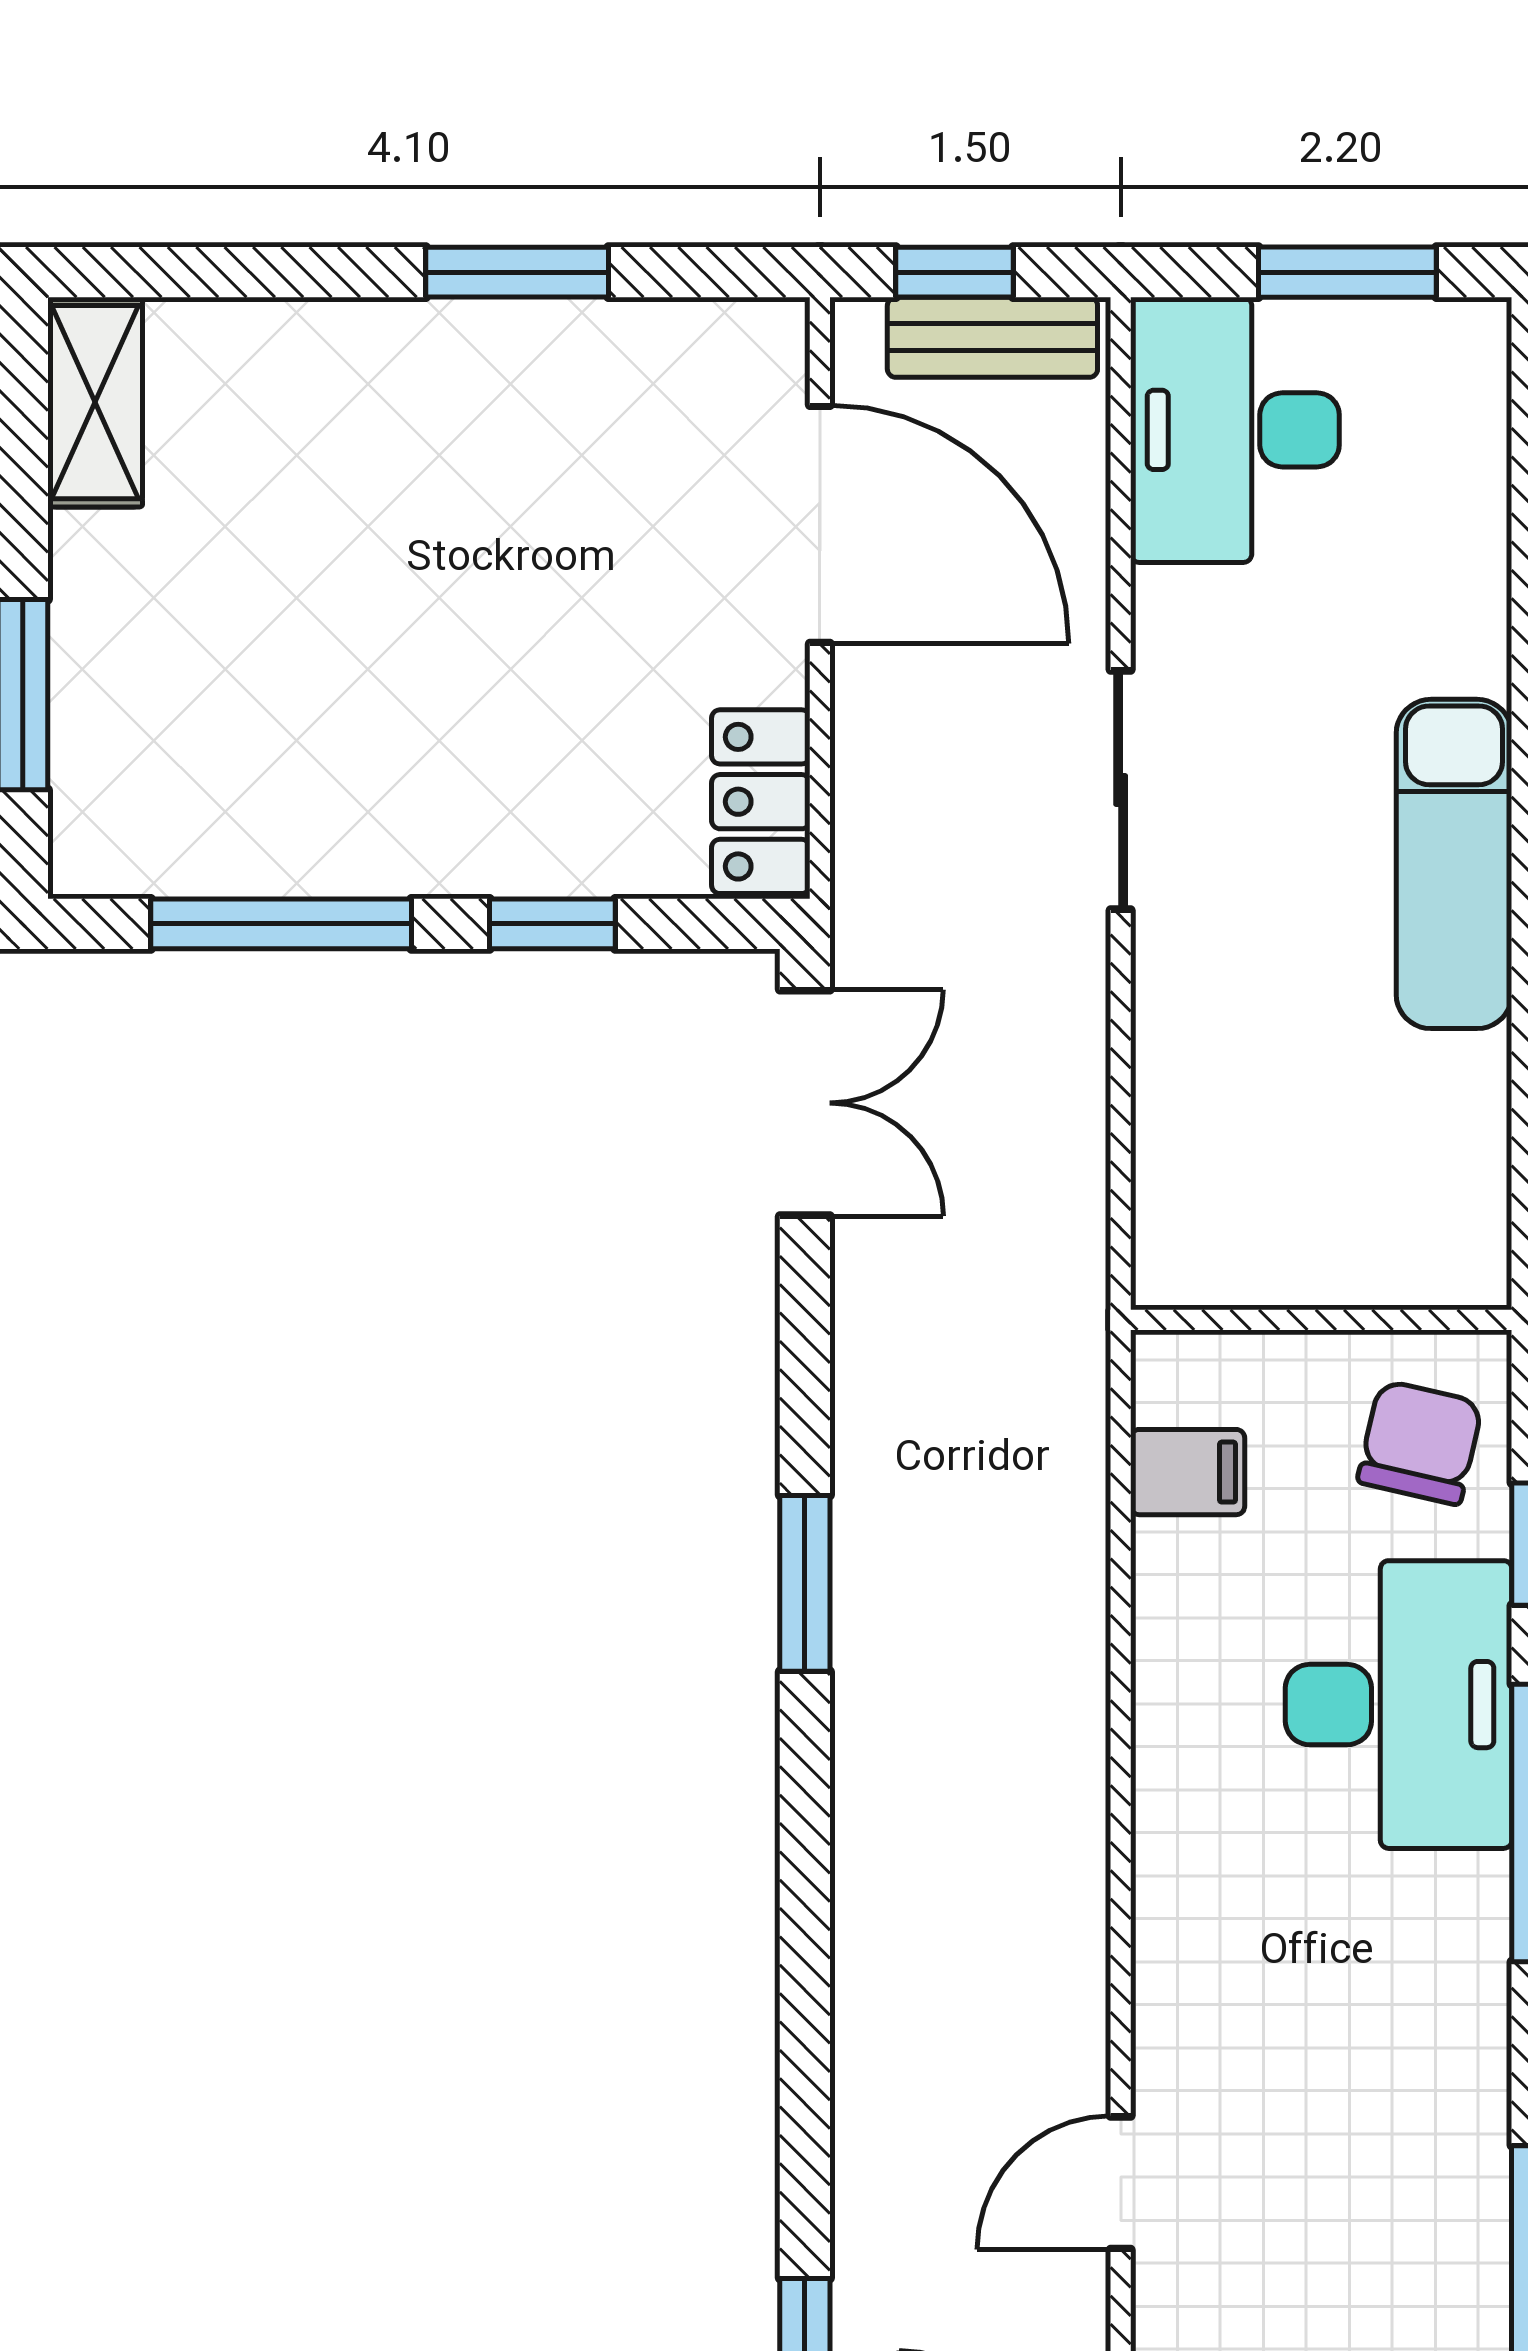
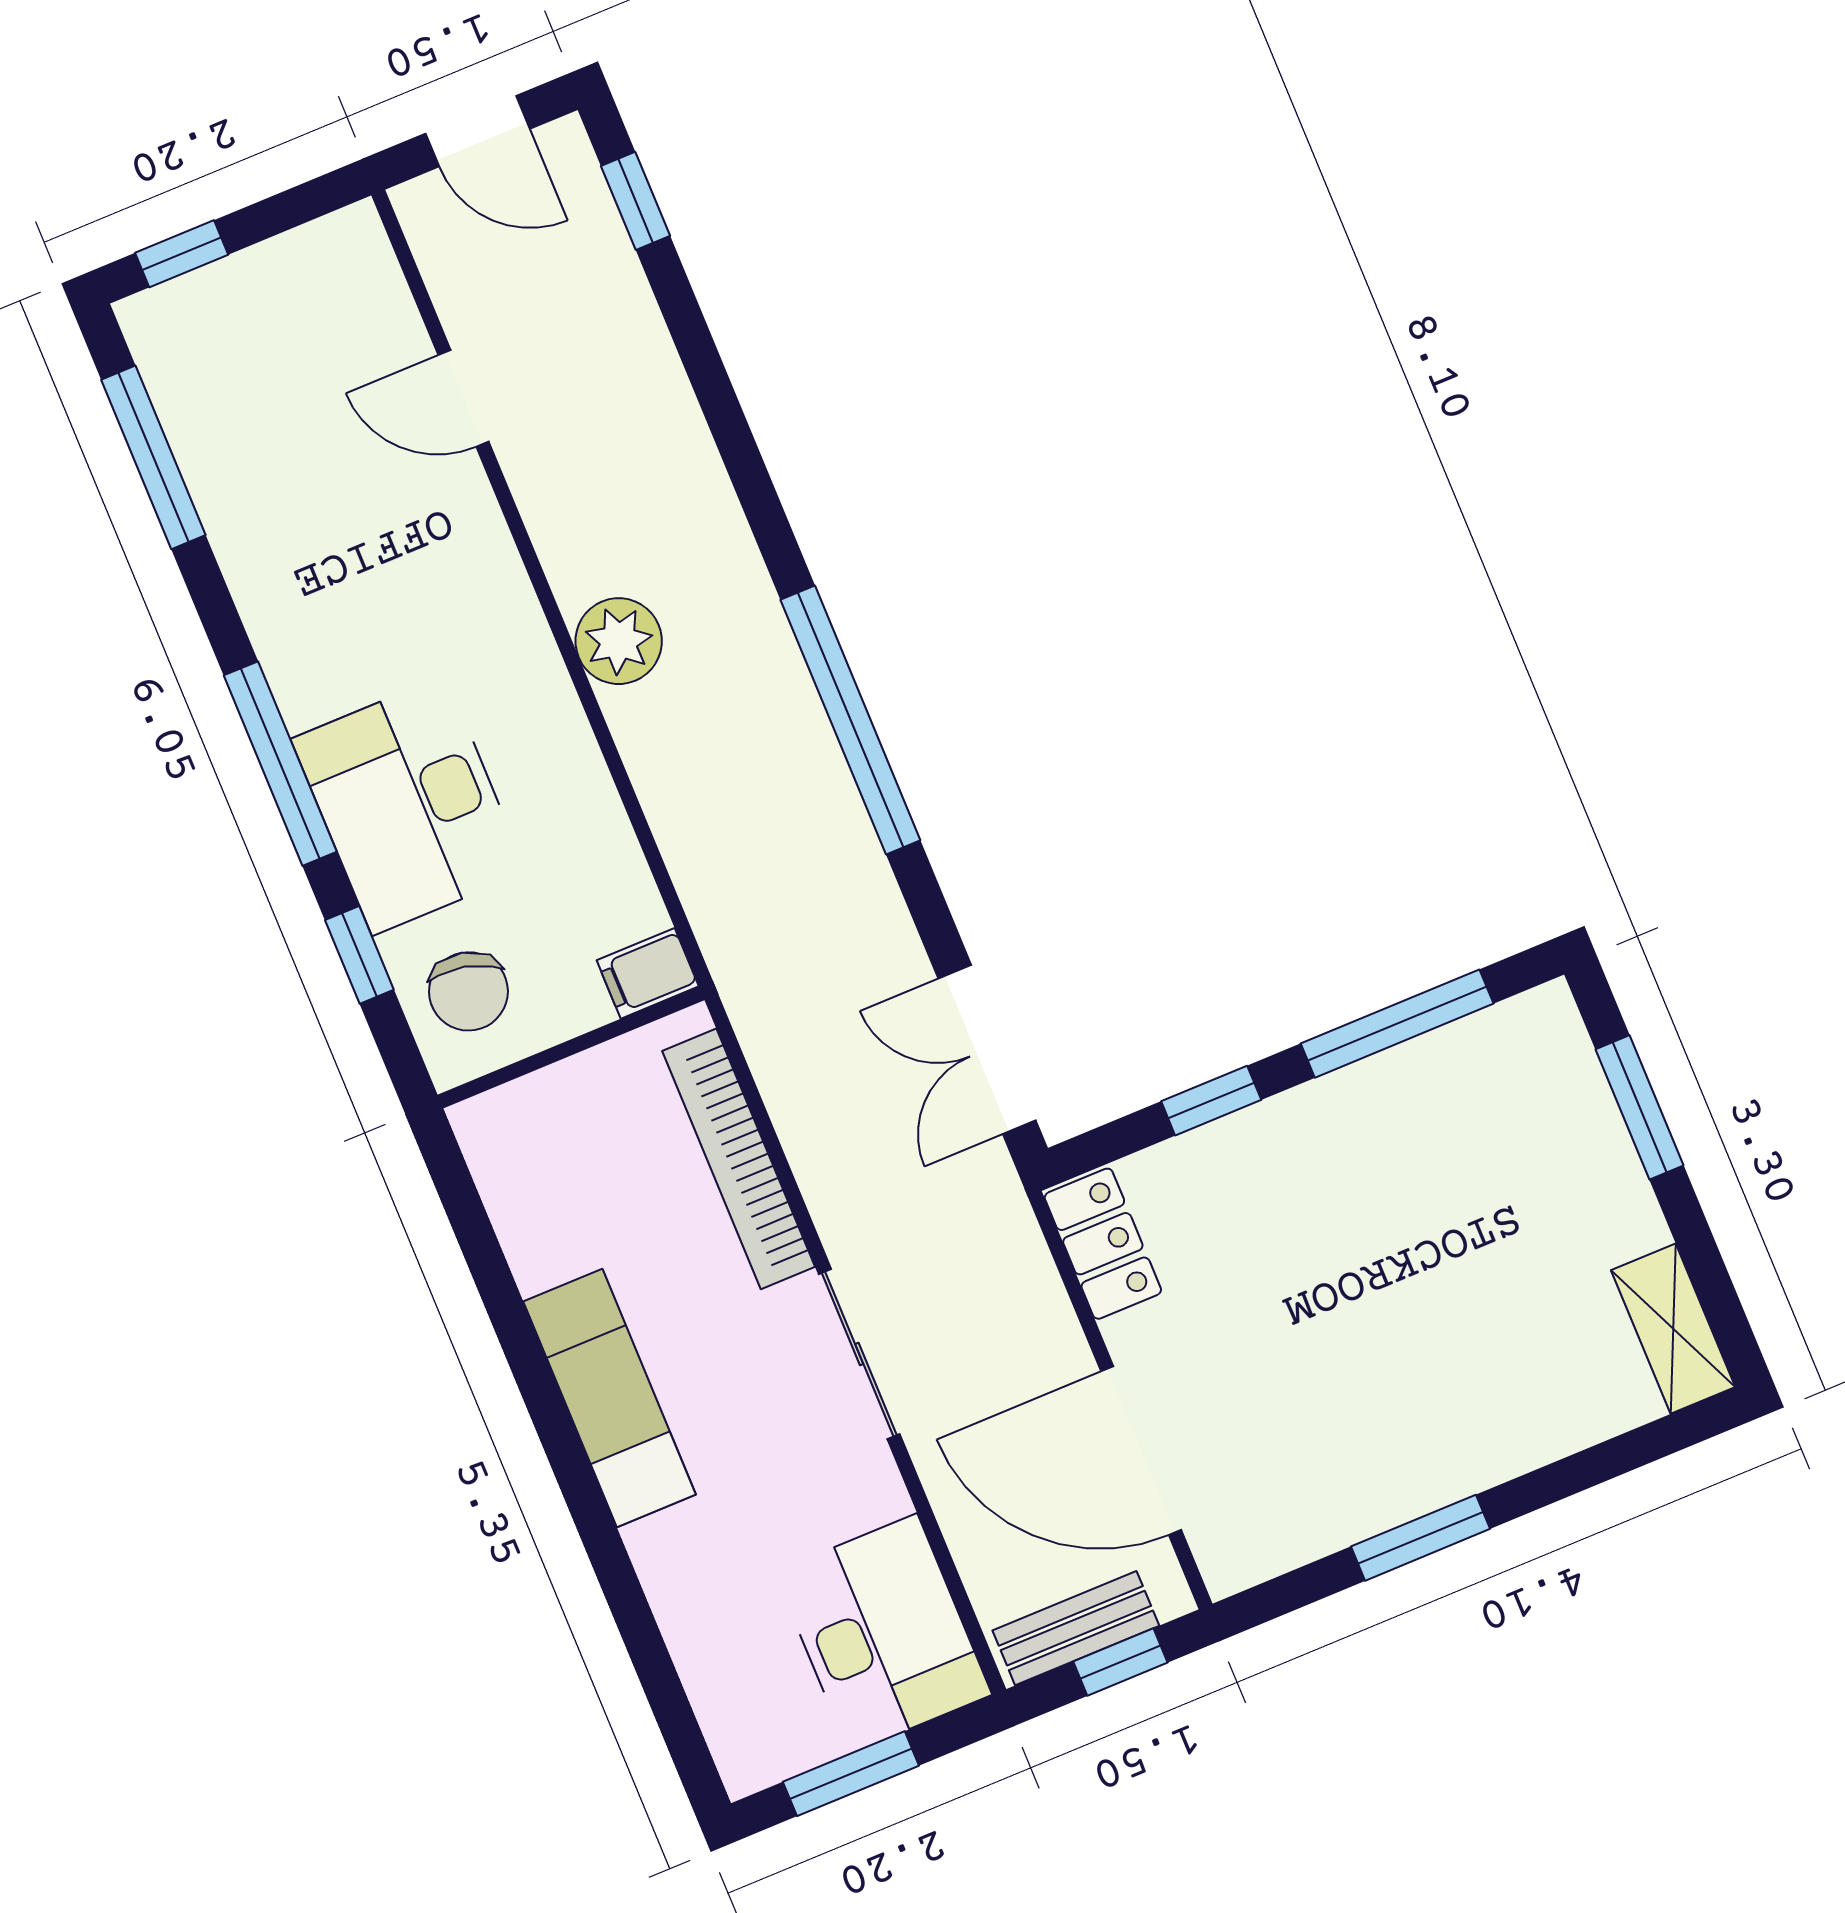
bookcase: (1170, 1095) -> (739, 1159), added
filing cabinet: (1188, 1472) -> (648, 973), moved
window: (805, 1583) -> (850, 720), width x2.11
plant: (1053, 1801) -> (619, 641), added
door: (1121, 2183) -> (463, 398), swing flipped

